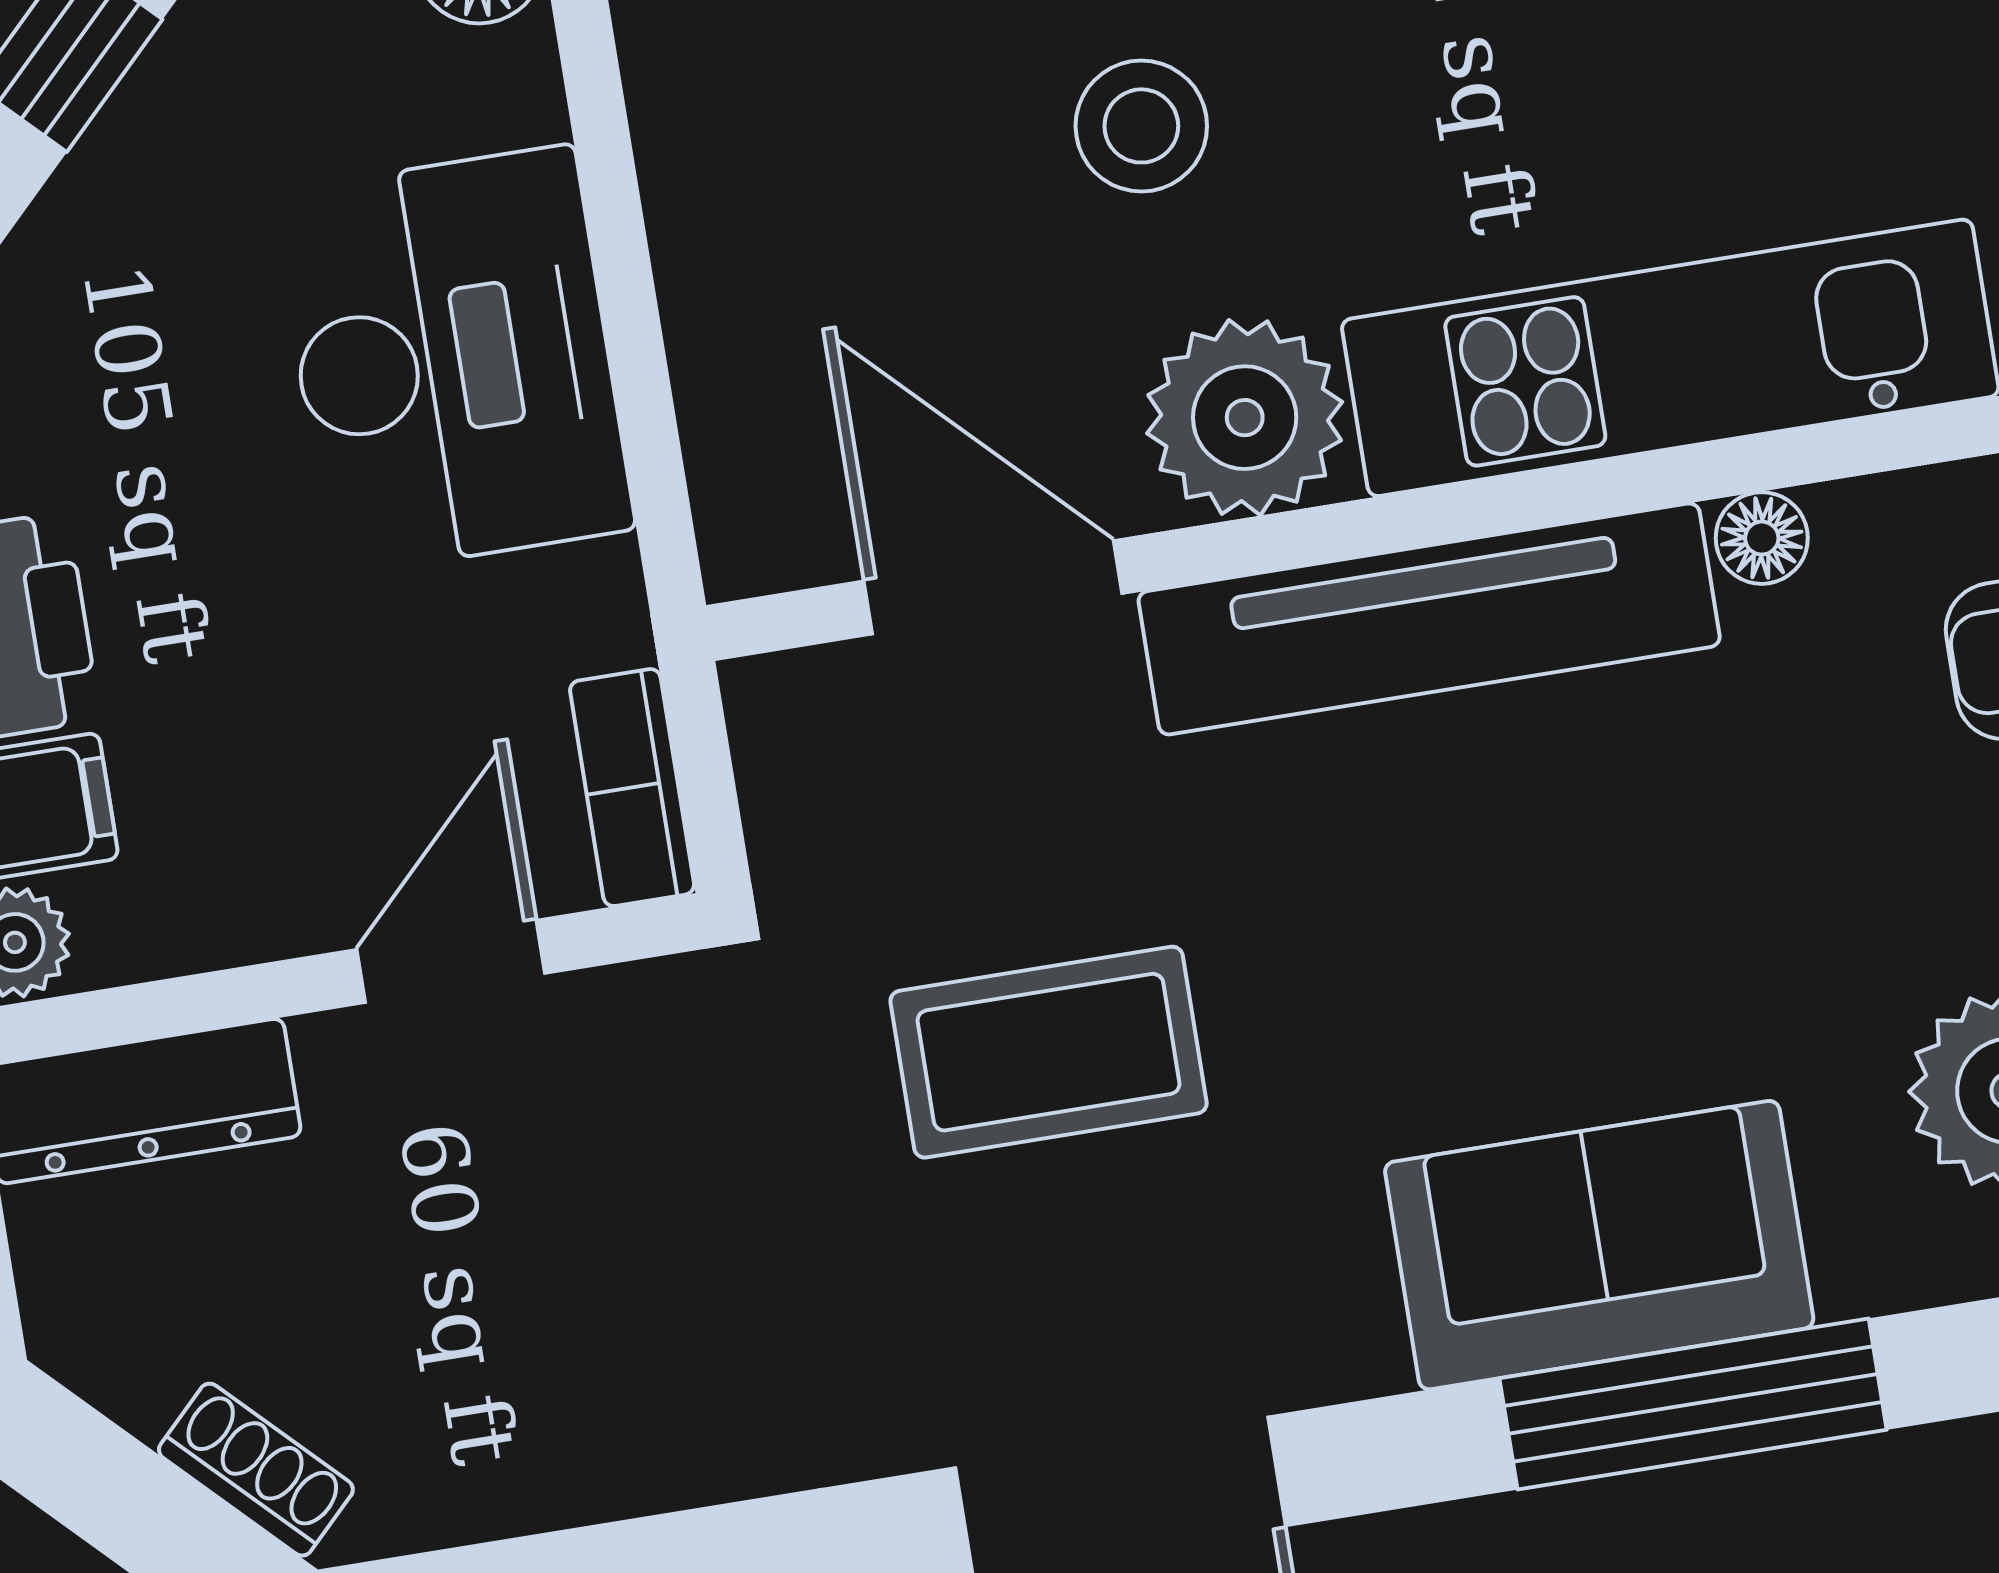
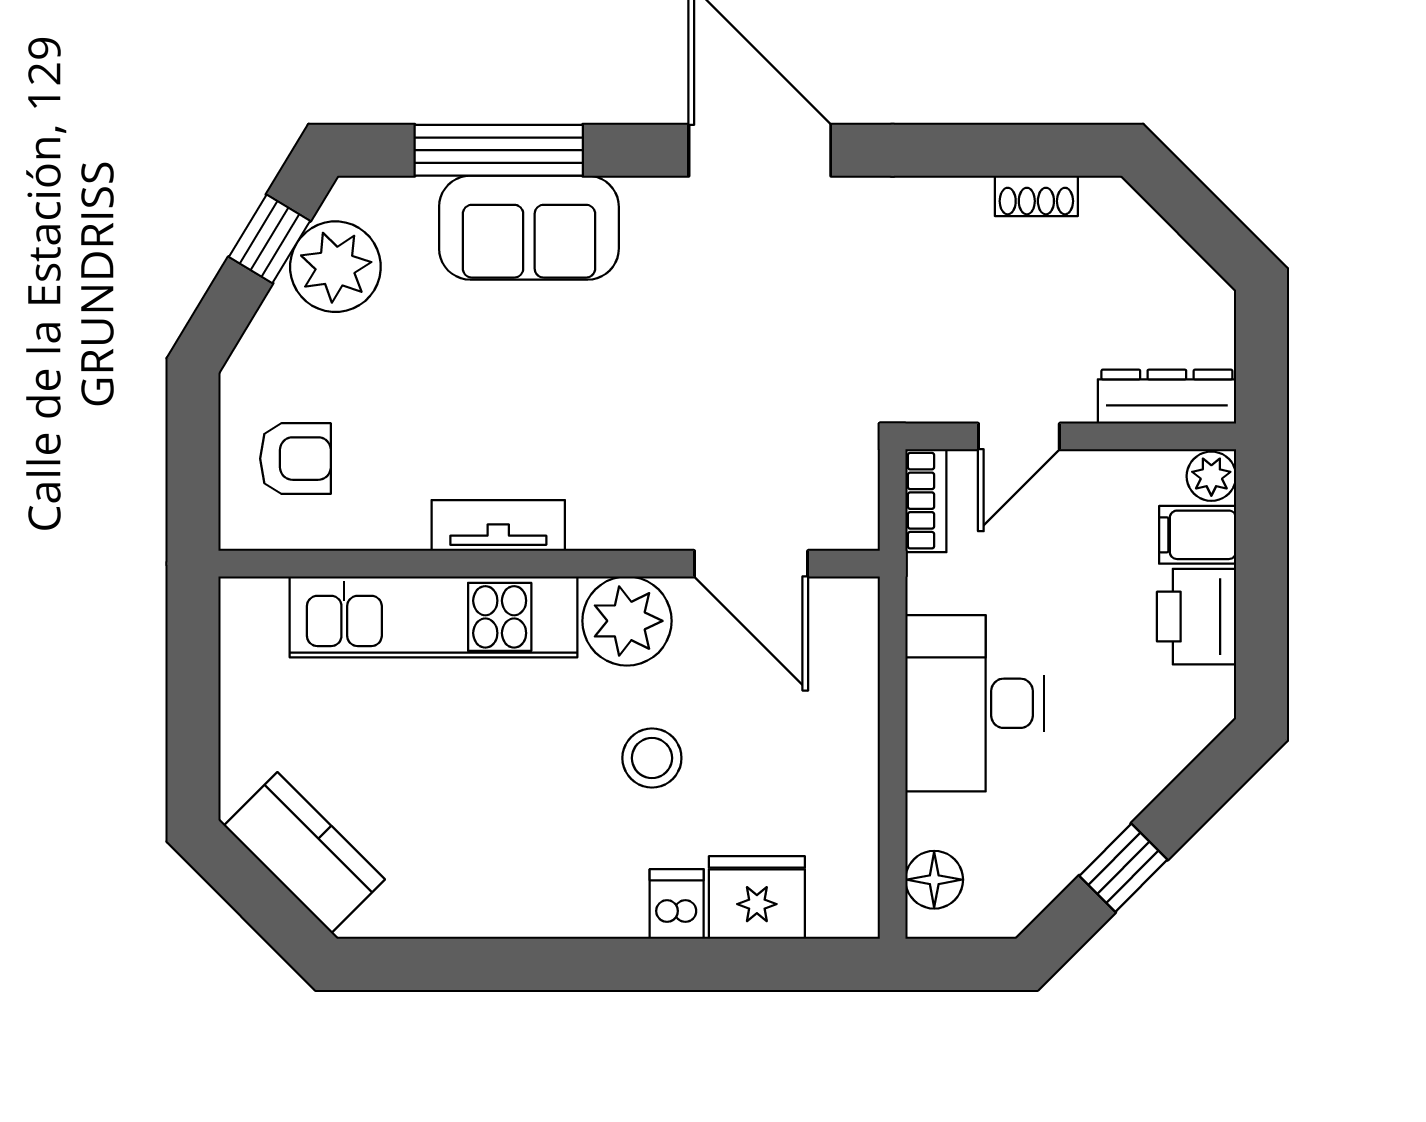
floor lamp: (1762, 538) -> (406, 530), removed
tv unit: (1429, 619) -> (498, 525), width x0.52, depth x0.78
coffee table: (1049, 1052) -> (760, 353), removed
shoe rack: (256, 1470) -> (1036, 196), moved, turned -45

